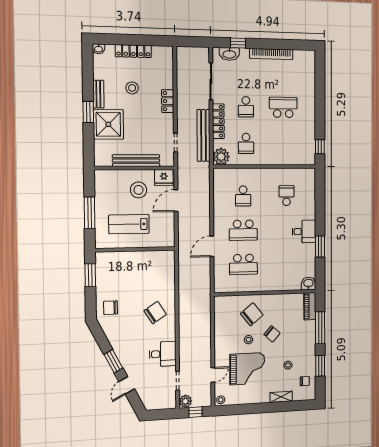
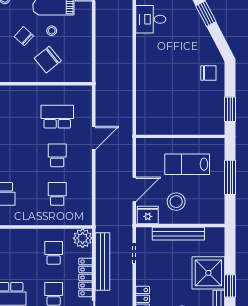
lab bench: (129, 224) -> (187, 164), turned 180
school desk: (243, 230) -> (57, 155), width x0.54
chair: (155, 313) -> (159, 66), removed

